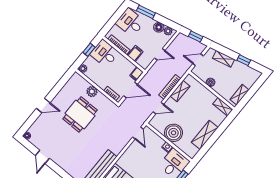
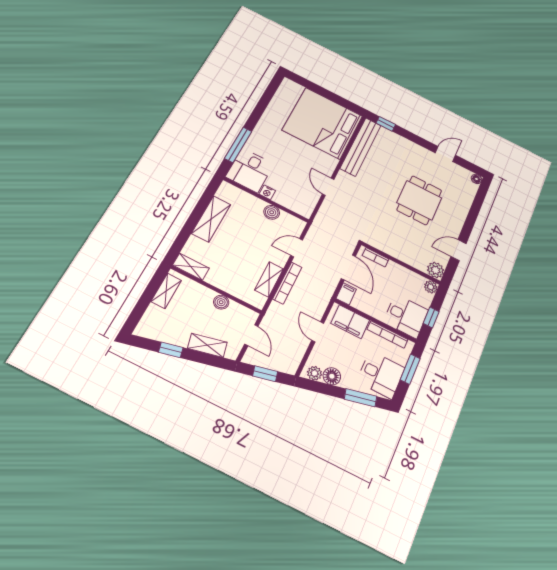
window: (112, 22) -> (410, 369), added
filing cabinet: (135, 53) -> (350, 322), width x2.00
door: (160, 54) -> (318, 332), hinge flipped
door: (198, 60) -> (251, 335), hinge flipped
door: (130, 90) -> (348, 267), swing flipped
plant: (92, 92) -> (436, 270), moved
door: (43, 106) -> (458, 250), moved
dining table: (80, 114) -> (419, 200), moved
door: (138, 133) -> (328, 187), moved
boiler: (173, 133) -> (272, 212), width x0.54, depth x0.54
door: (42, 157) -> (445, 154), hinge flipped

